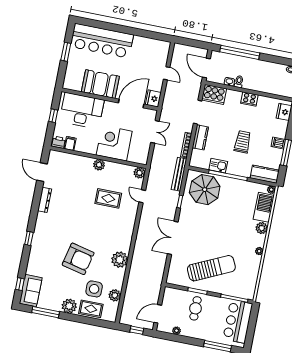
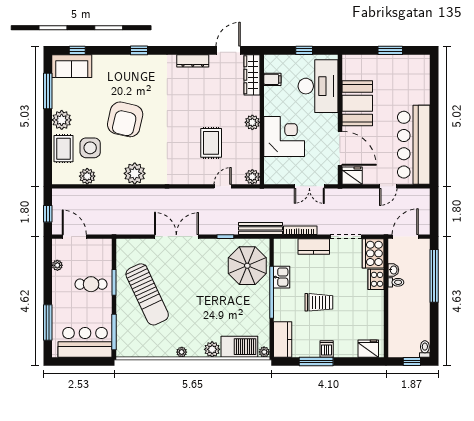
bar counter: (102, 41) -> (414, 145), moved
cooker: (249, 99) -> (376, 279), moved
printer: (59, 142) -> (271, 64), removed
wardrobe: (64, 158) -> (252, 75), added

